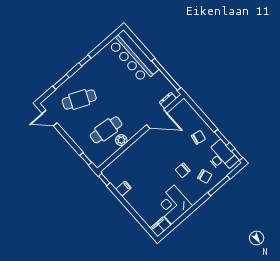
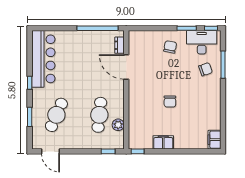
bar counter: (133, 57) -> (43, 59), moved, turned -90
door: (50, 118) -> (50, 151), hinge flipped
door: (157, 119) -> (126, 67), swing flipped
plant: (121, 140) -> (118, 125), moved
chair: (183, 170) -> (170, 101), moved
filing cabinet: (123, 189) -> (163, 142), width x2.00
corner desk: (173, 205) -> (206, 114), removed

